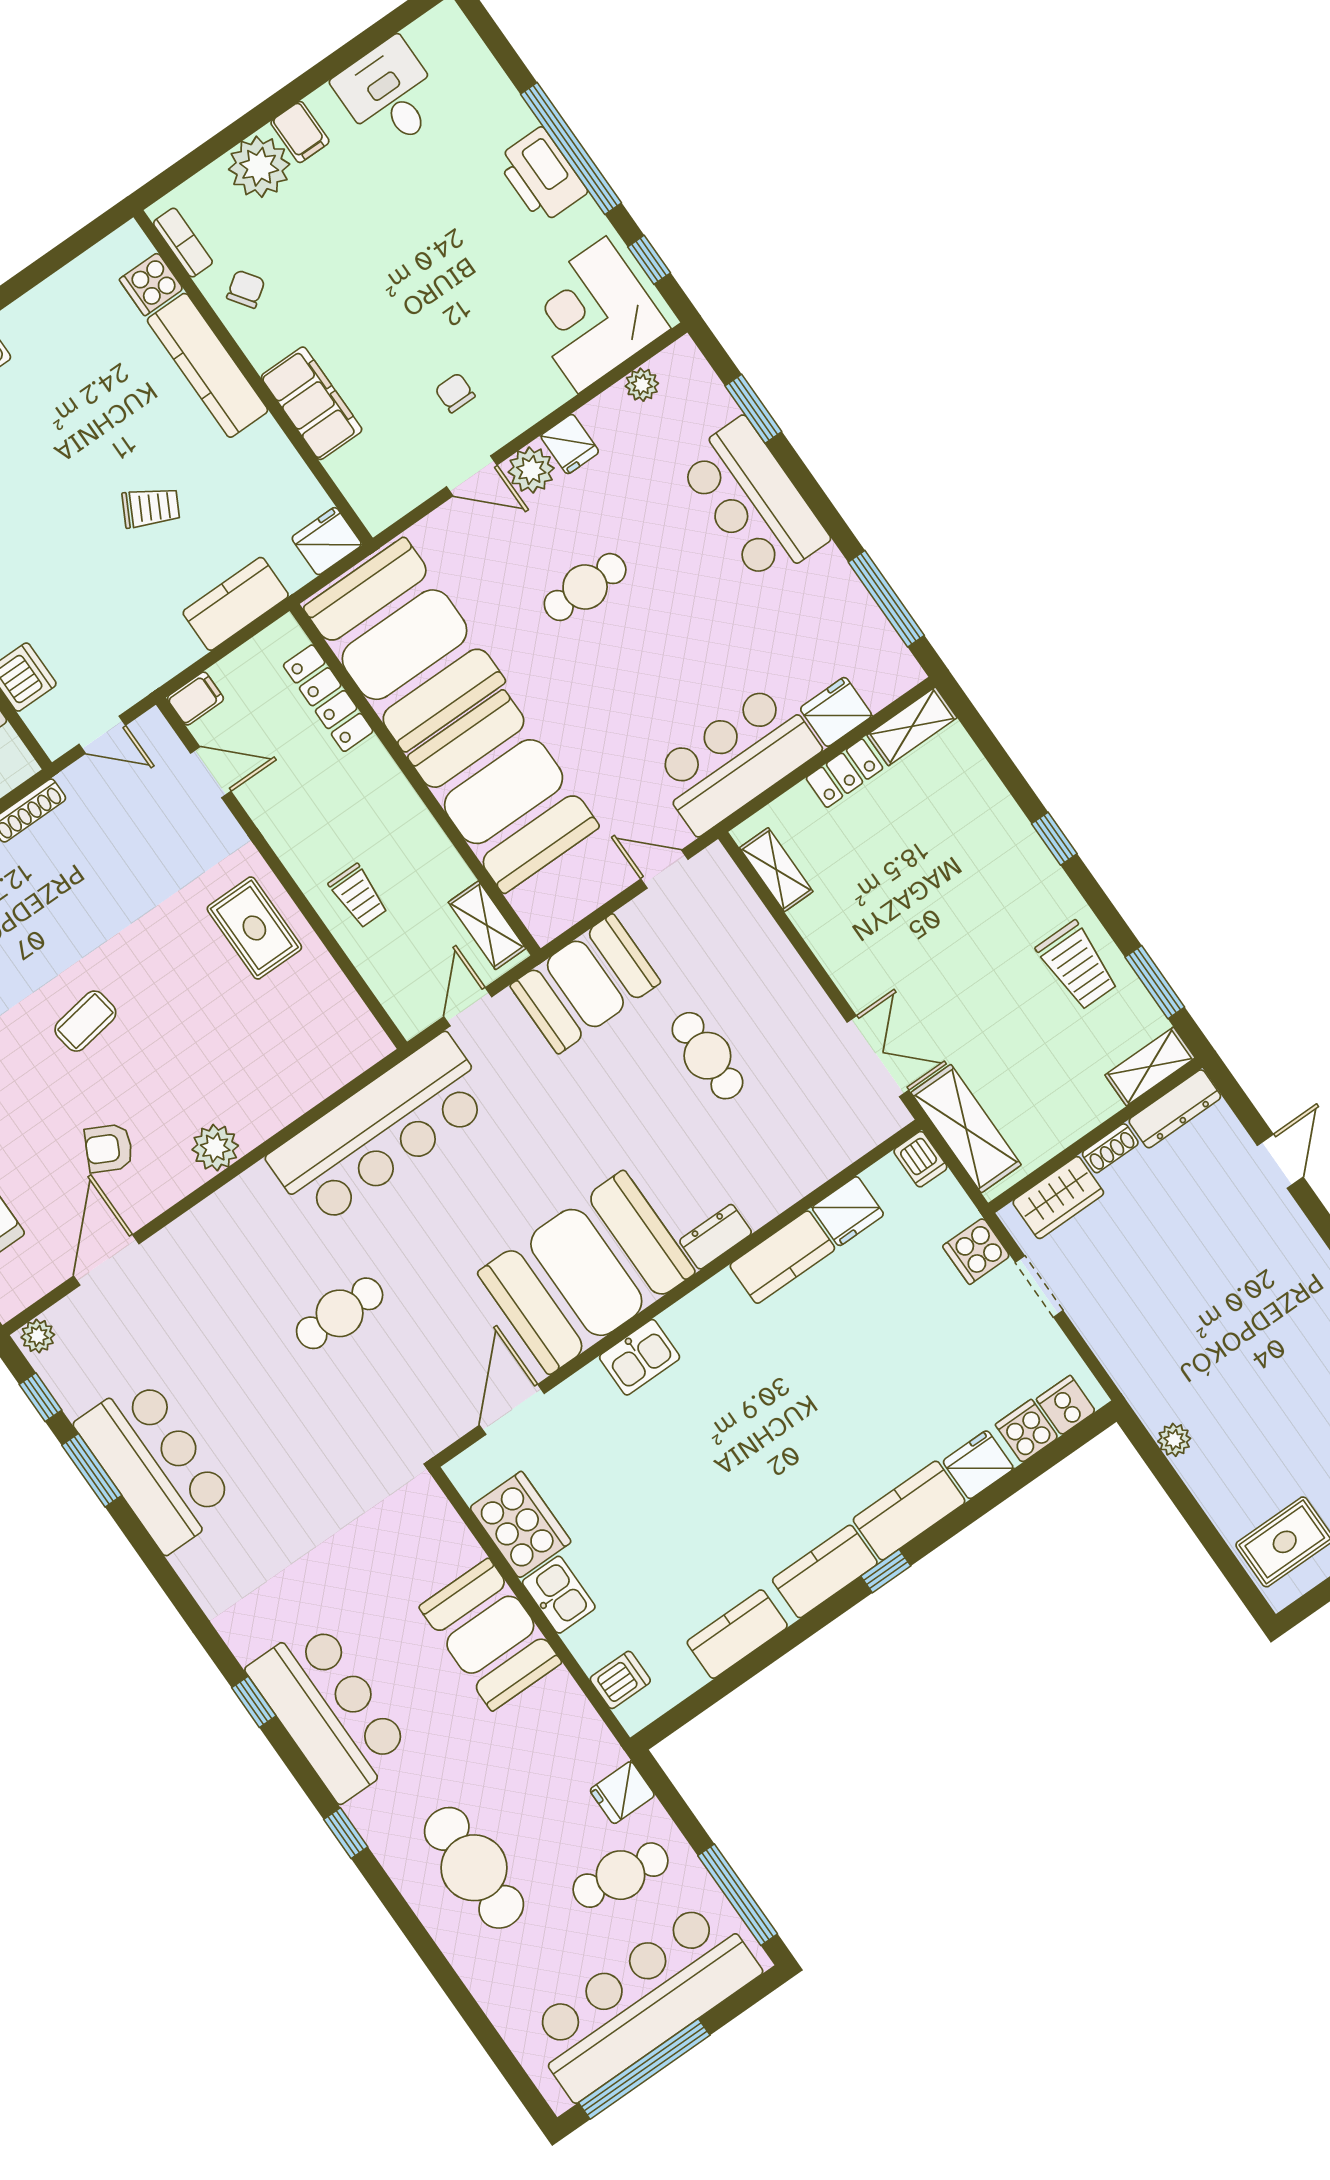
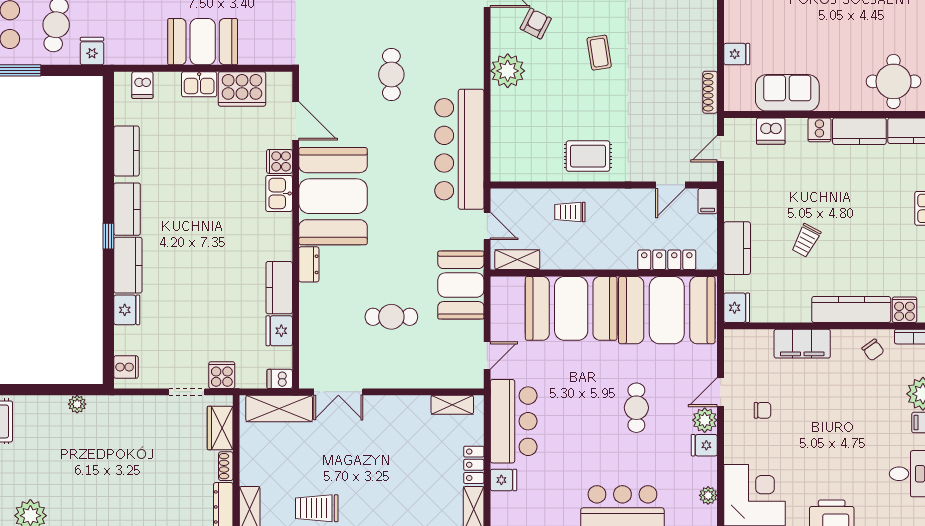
fridge: (836, 712) -> (504, 480), width x0.72
plant: (215, 1148) -> (508, 71), width x1.36, depth x1.36
cooker: (1027, 1431) -> (279, 161), moved, turned 180

